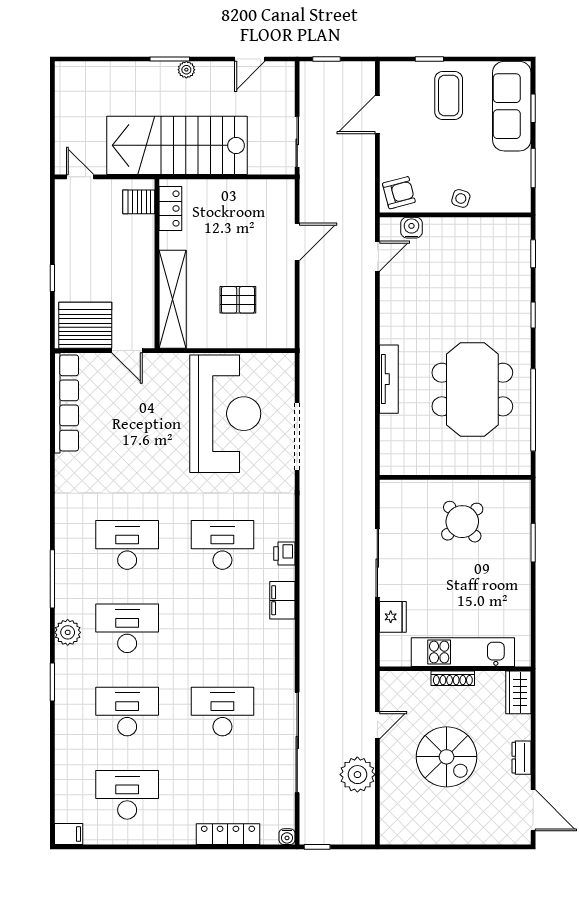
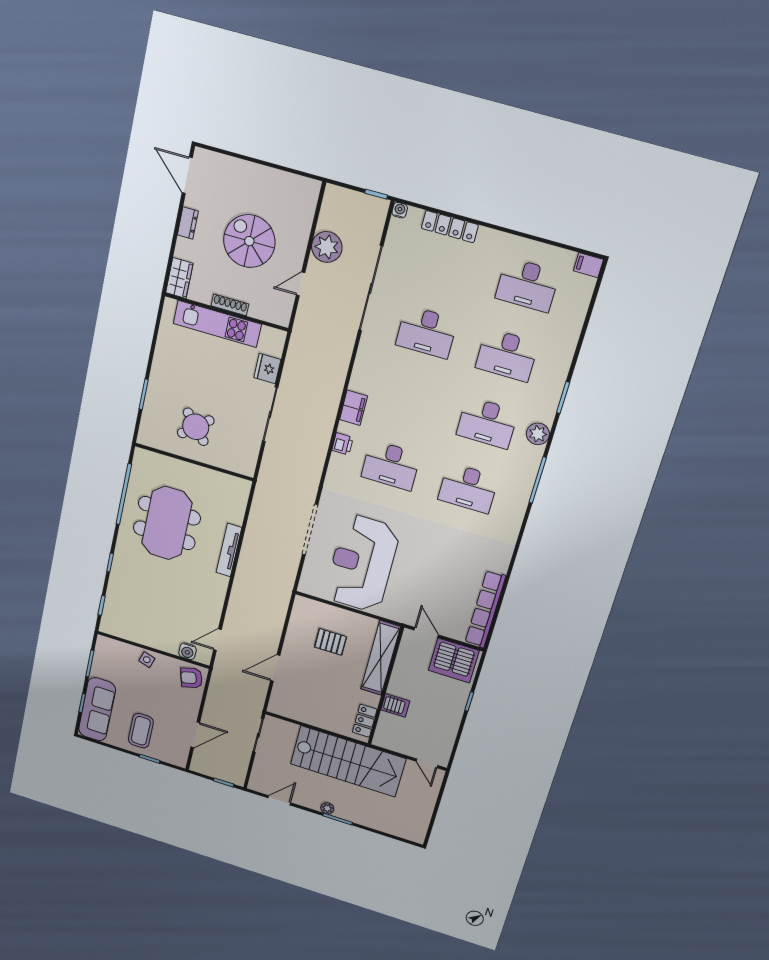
server rack: (139, 202) -> (395, 705), moved

